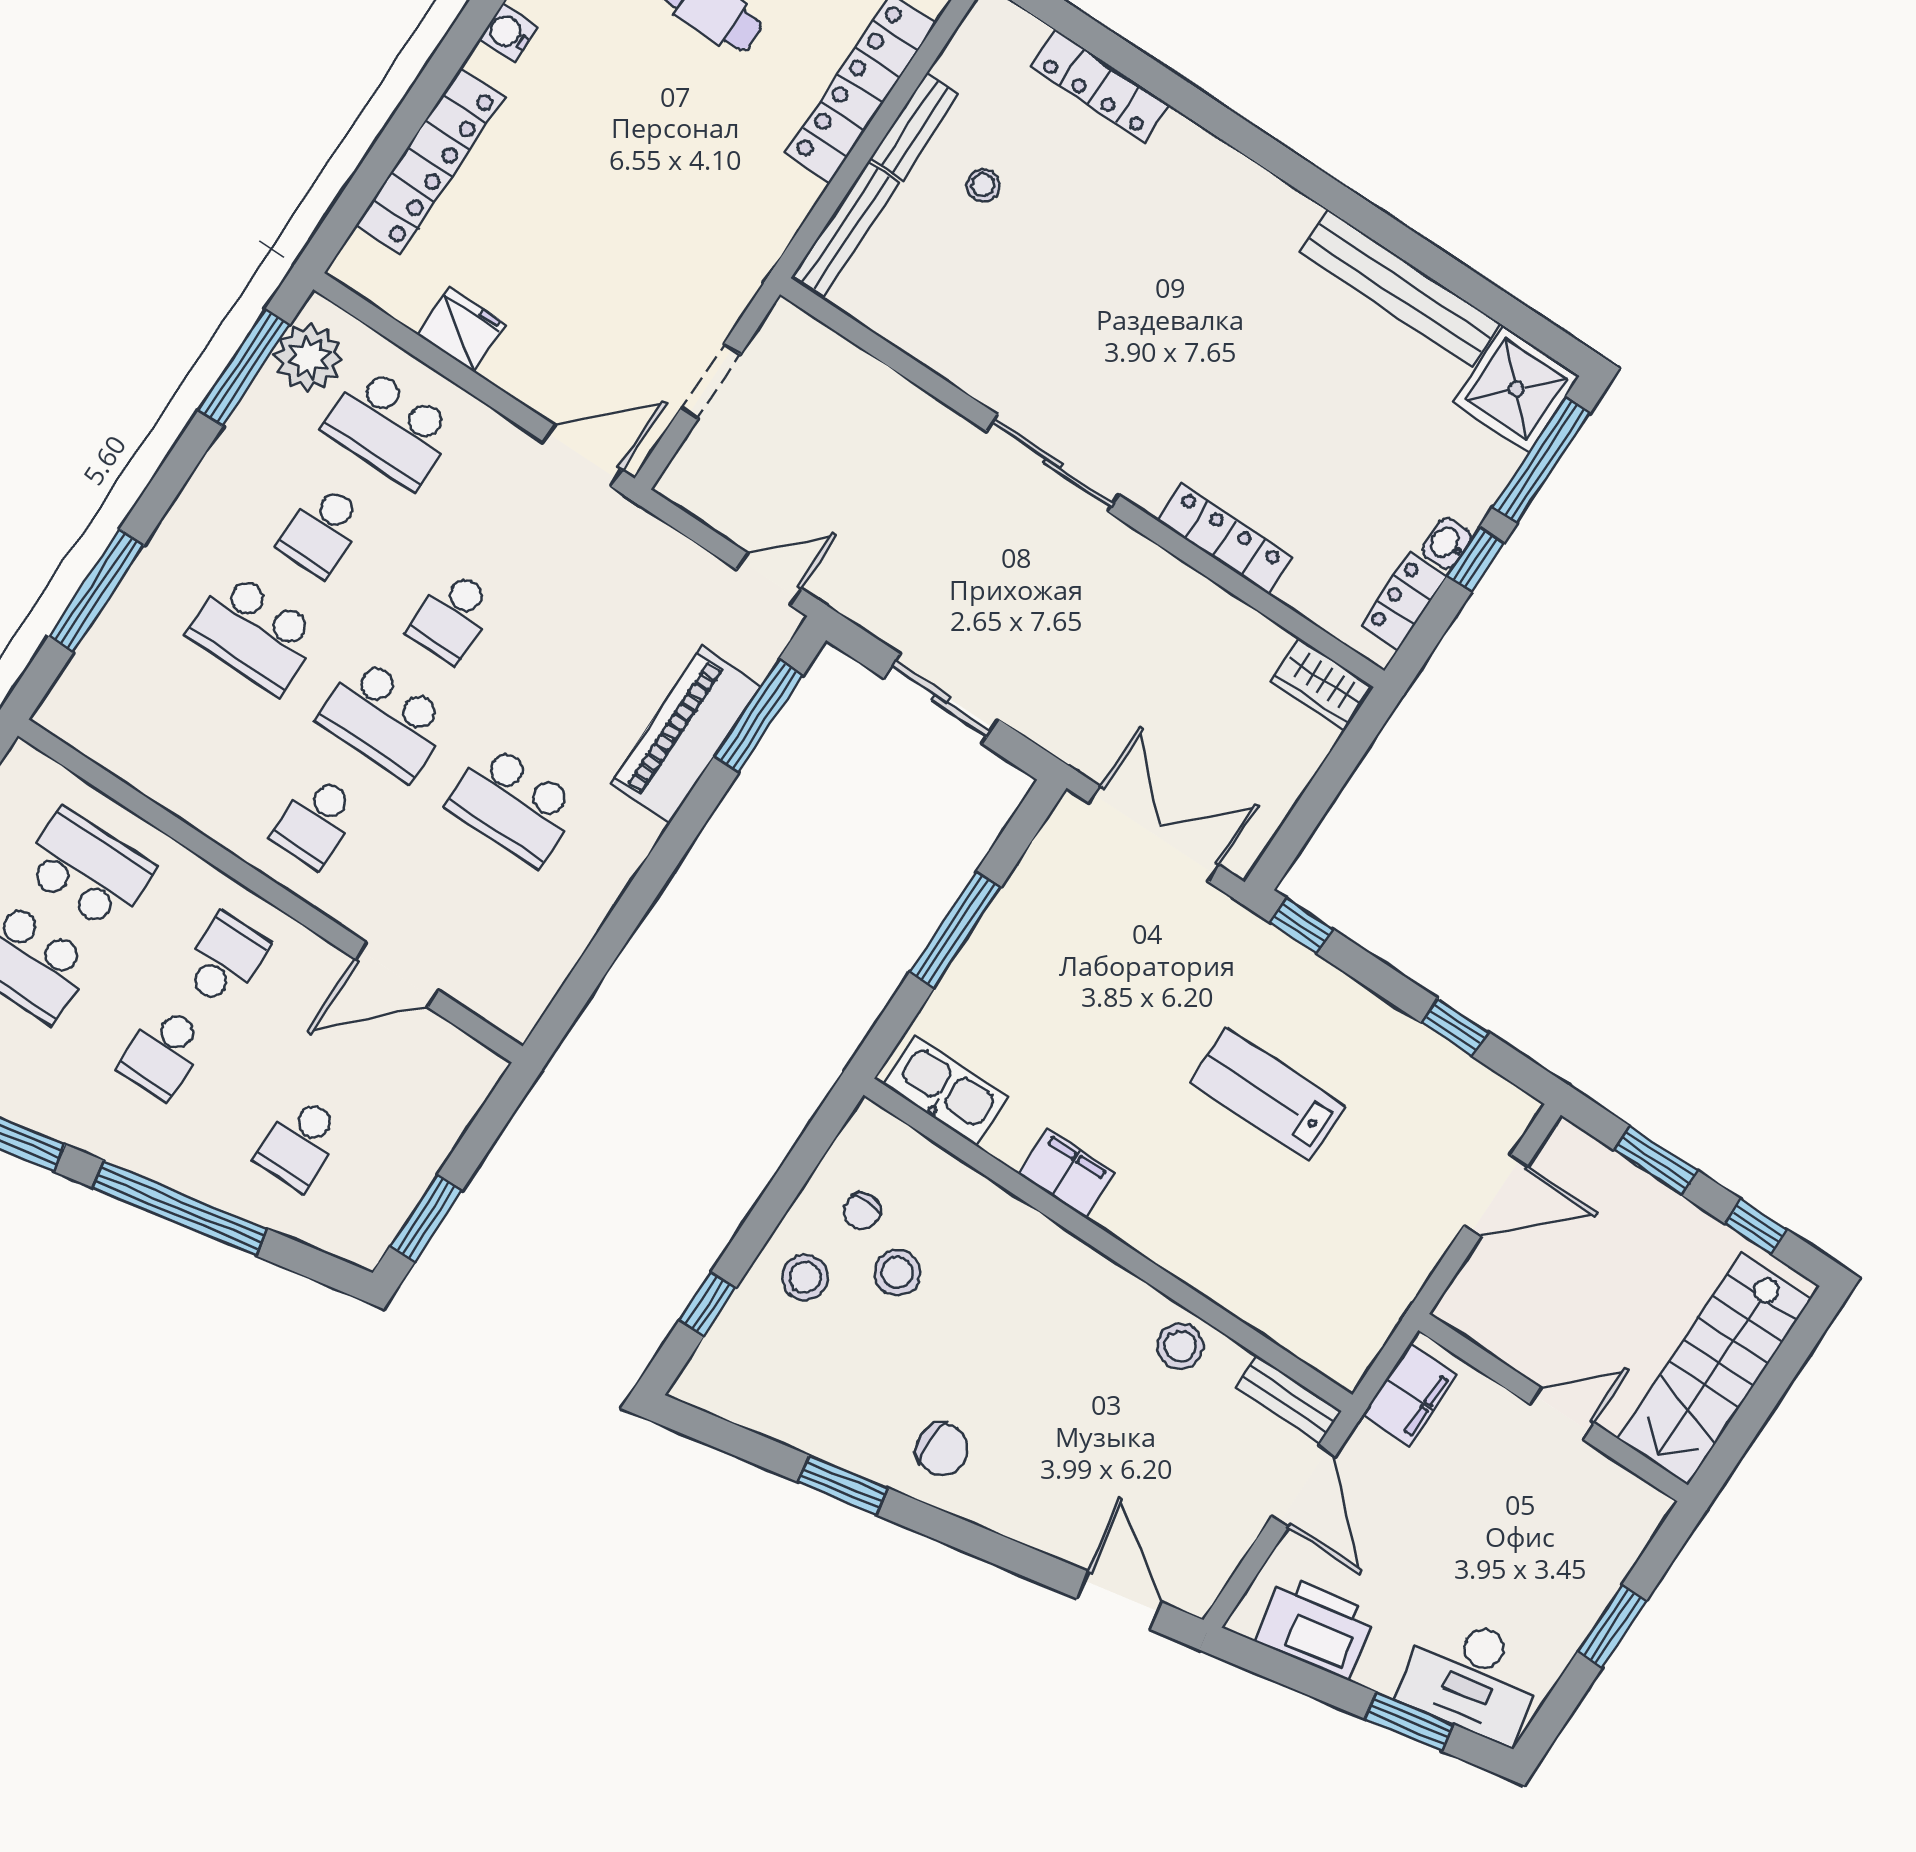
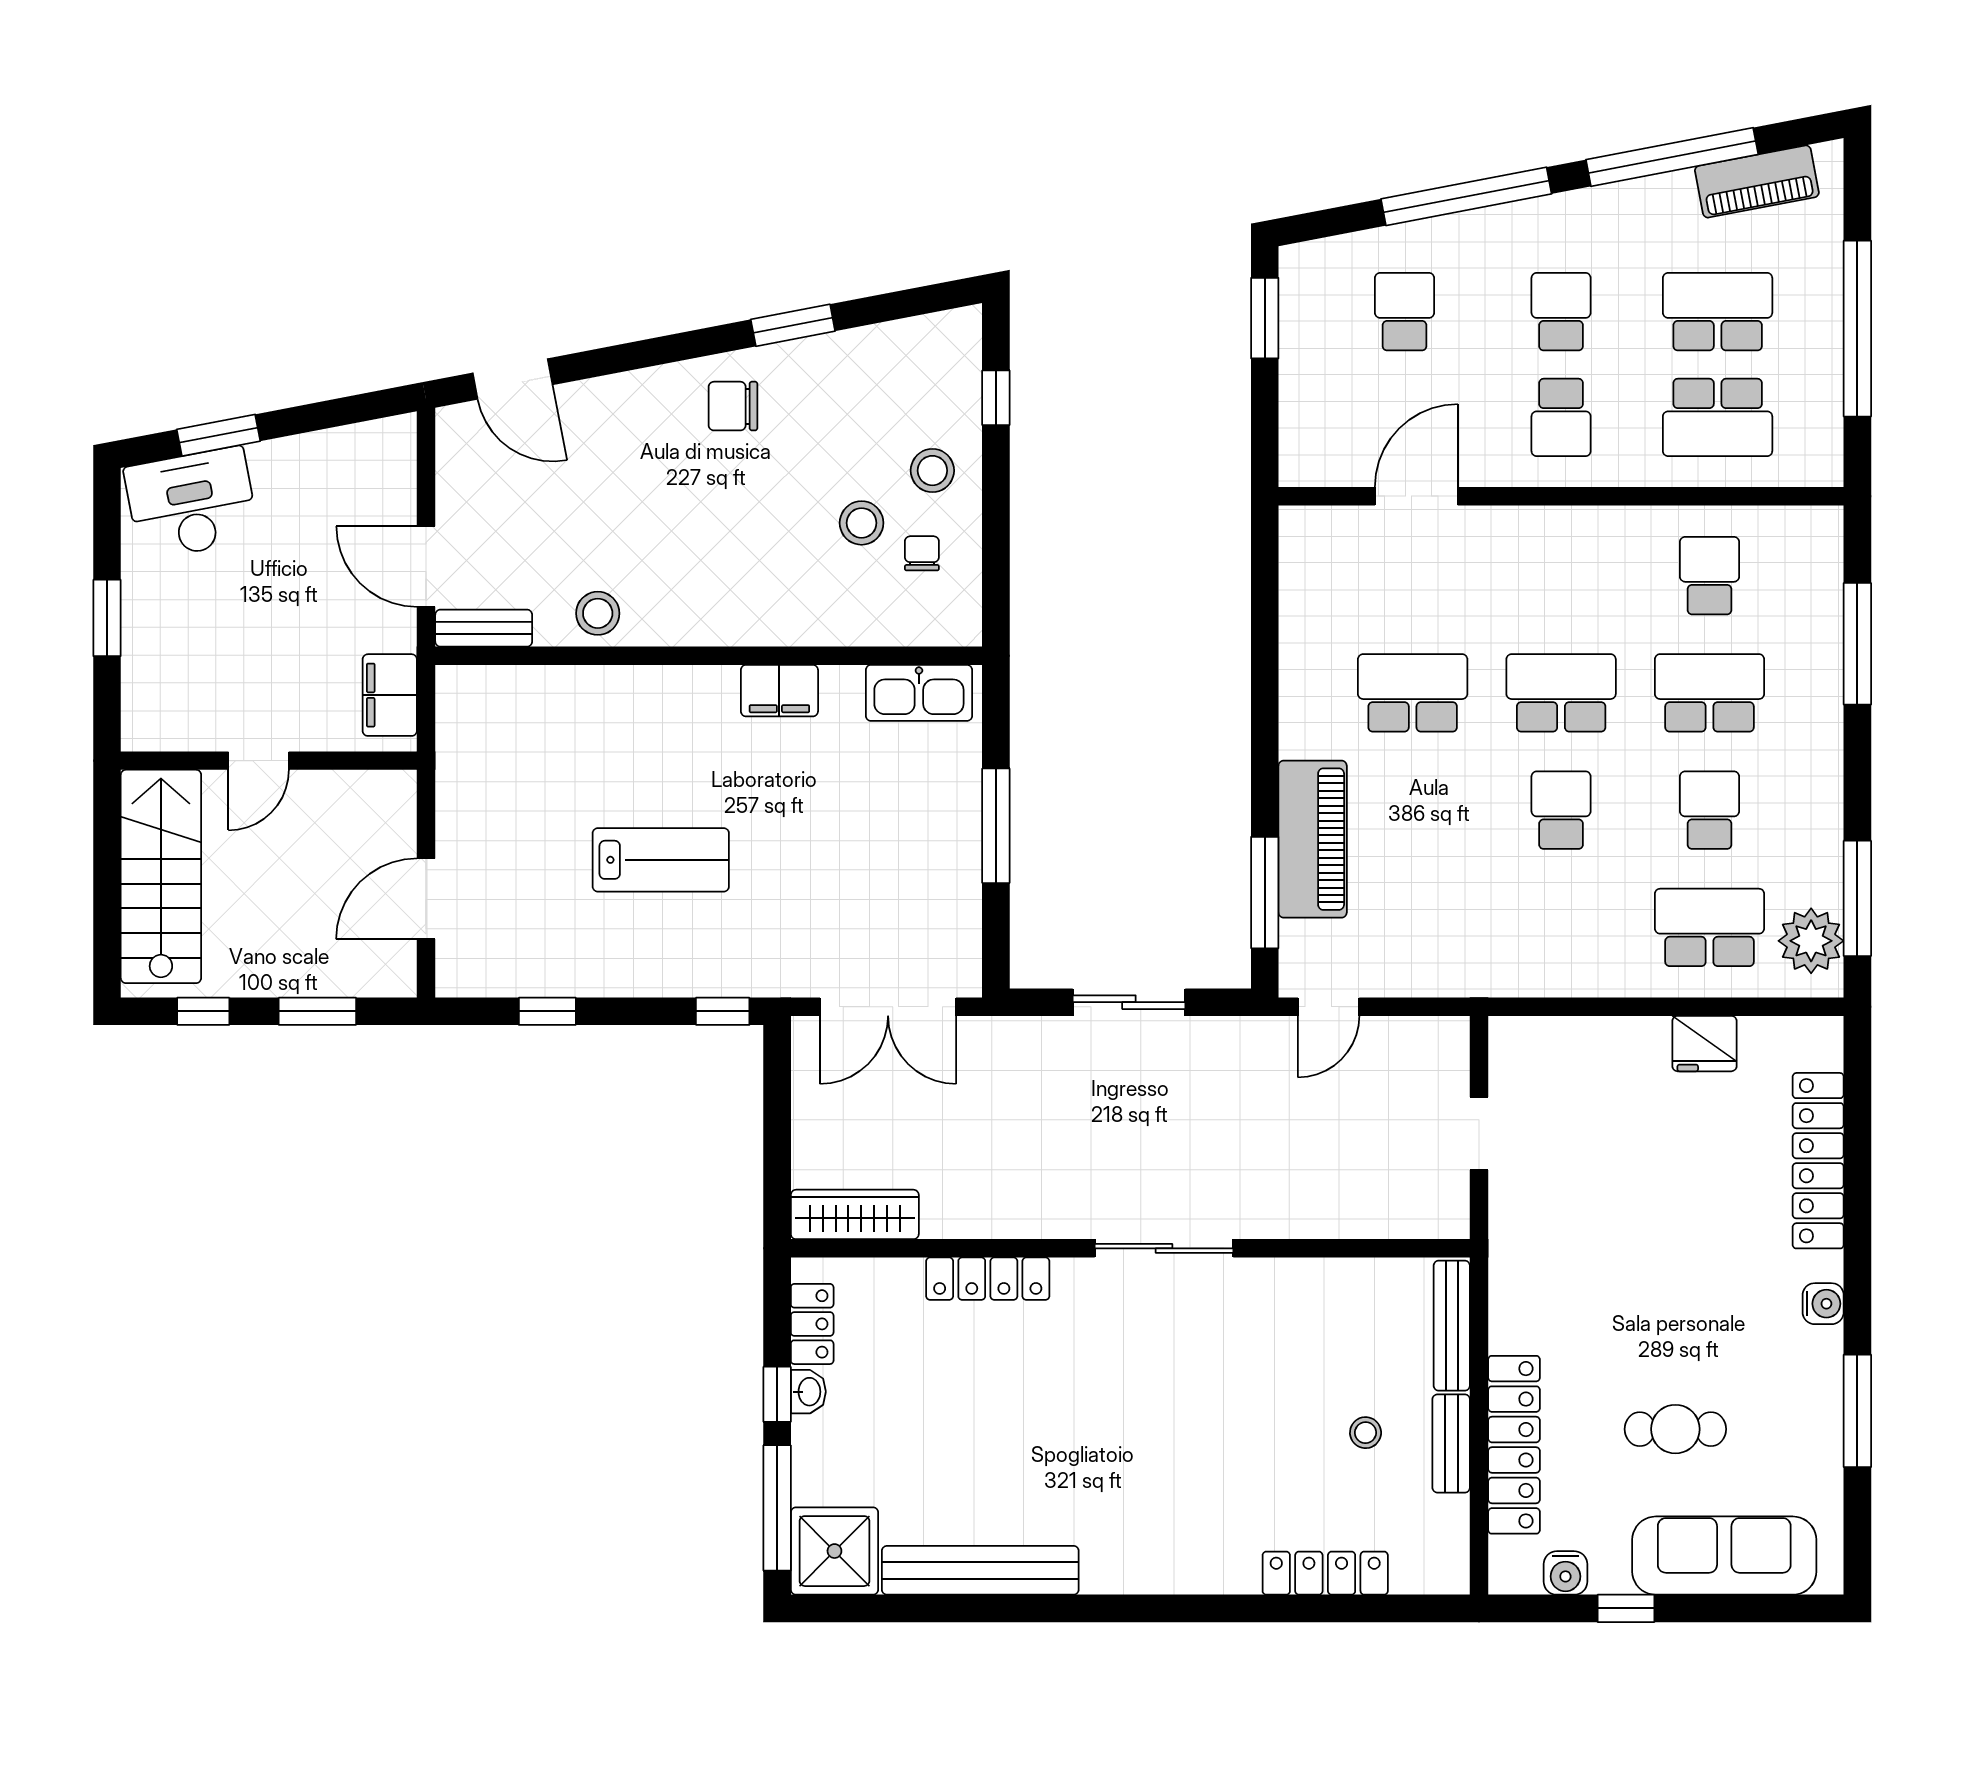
door: (583, 456) -> (1541, 1007), removed
wardrobe: (1322, 684) -> (855, 1214), width x1.50
school desk: (316, 822) -> (1710, 576), moved
printer: (1316, 1627) -> (342, 461), removed

